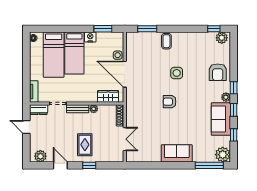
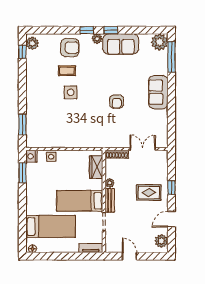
nightstand: (90, 37) -> (31, 156), moved
coffee table: (166, 41) -> (67, 71), moved
bed: (74, 53) -> (80, 201), moved, turned 180
door: (125, 74) -> (72, 149), removed
armchair: (170, 102) -> (117, 102), moved
dresser: (39, 110) -> (111, 243), removed
door: (26, 127) -> (129, 256), swing flipped
window: (234, 135) -> (138, 30), removed

